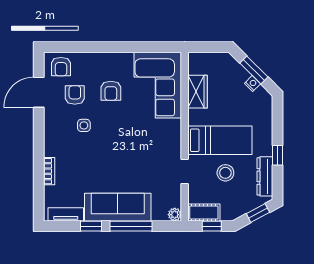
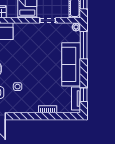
window: (91, 226) -> (84, 95), moved
window: (131, 226) -> (84, 45), moved

